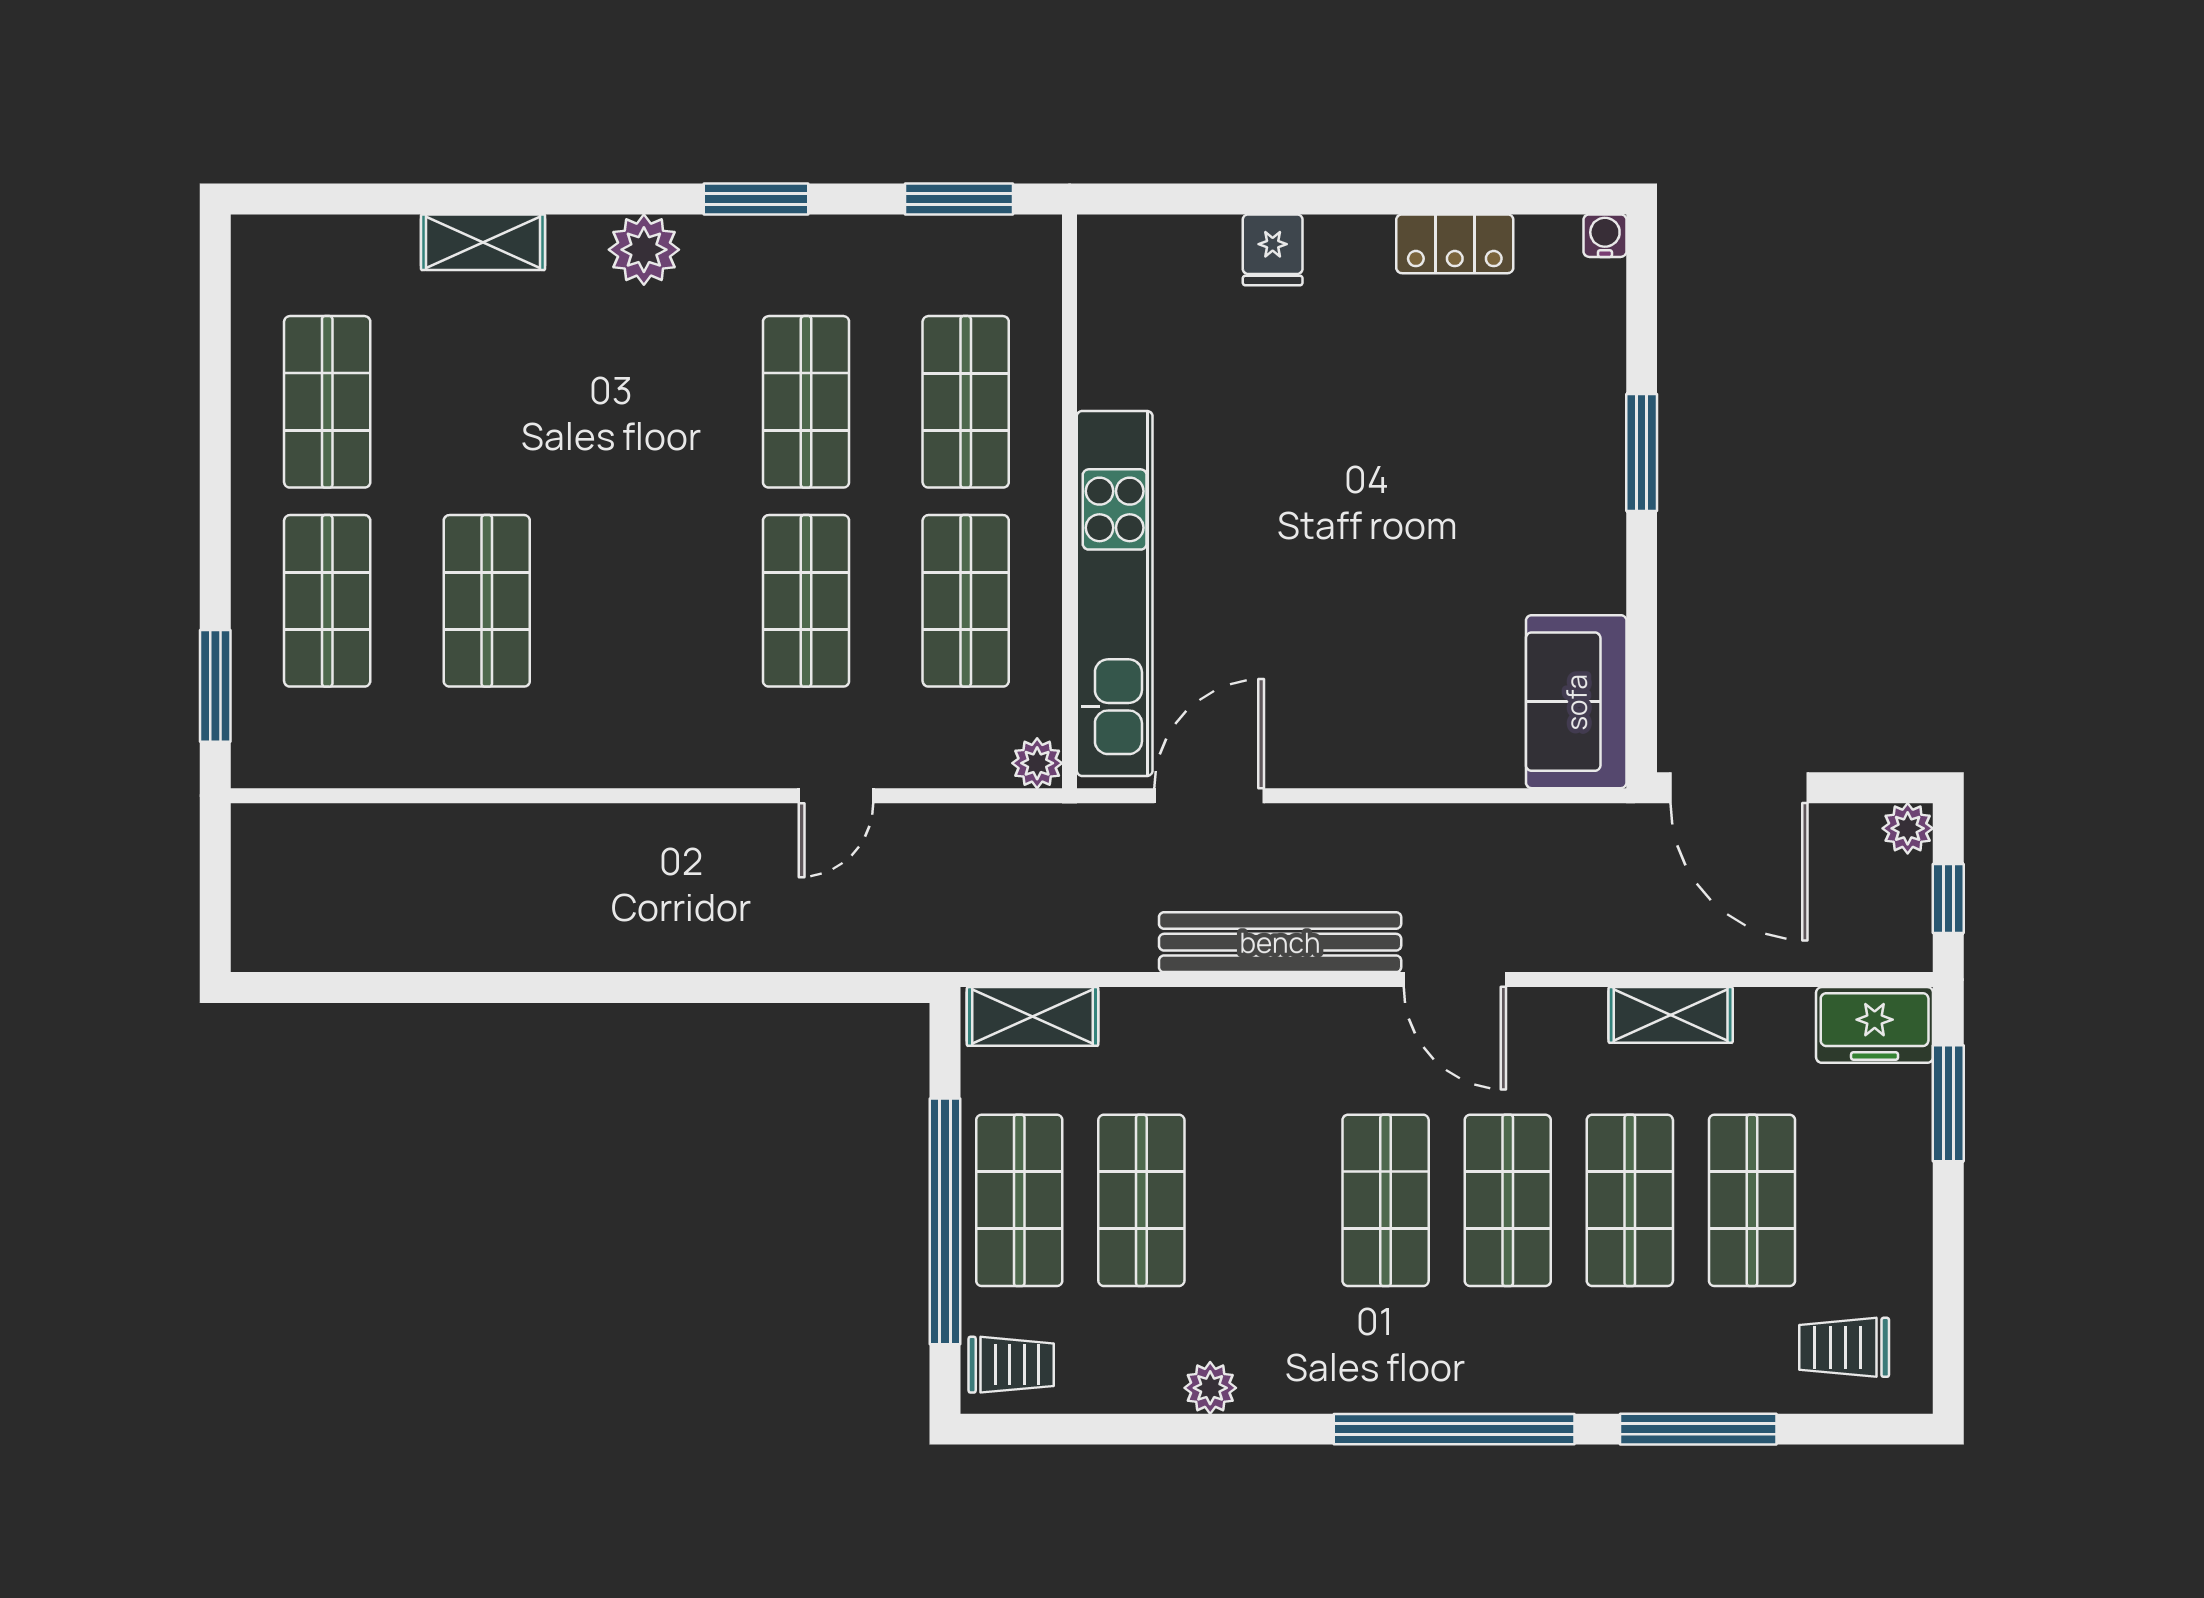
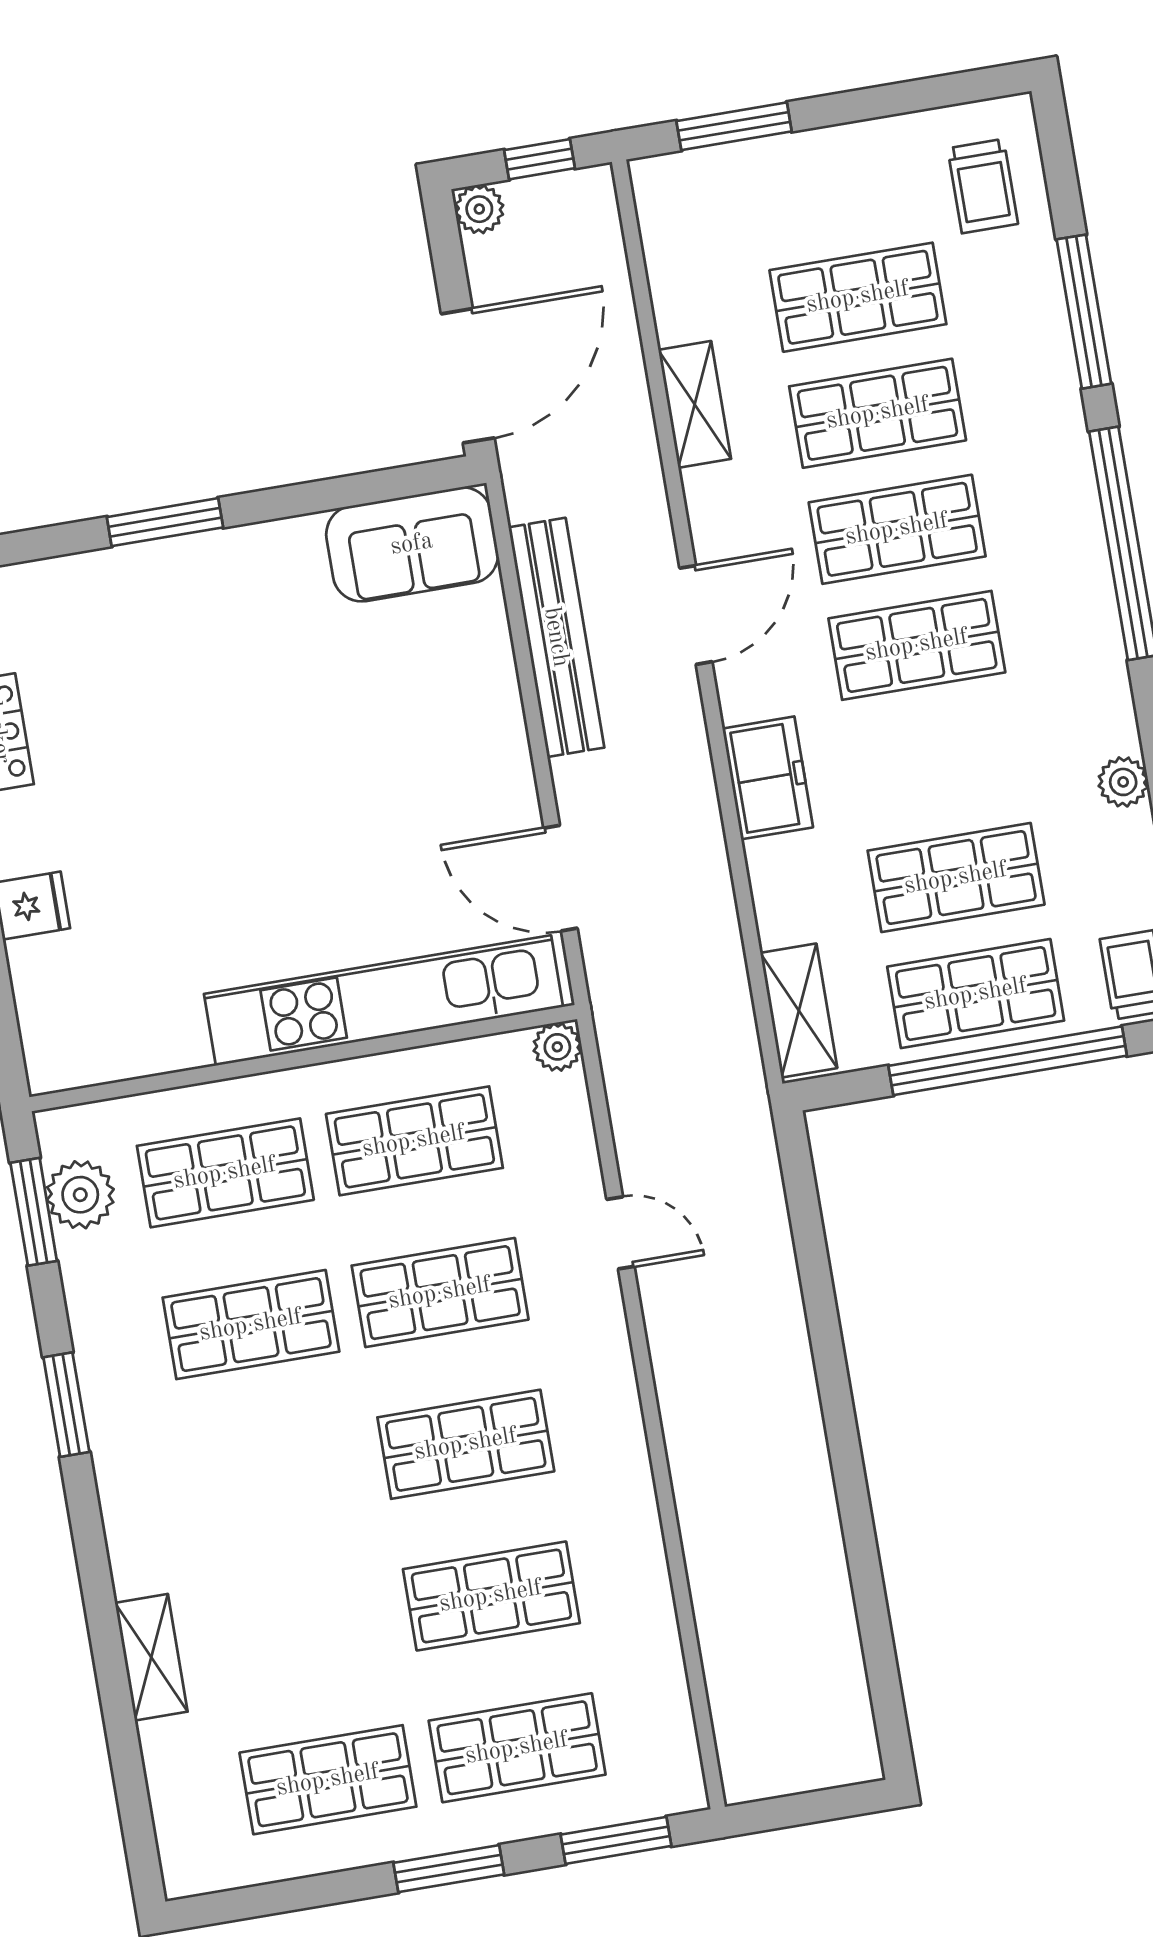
plant: (644, 250) -> (80, 1195), moved
window: (215, 510) -> (449, 1869), added
shop shelf: (646, 601) -> (466, 1444), added
bench: (1280, 942) -> (556, 637), moved
freezer: (1875, 1025) -> (768, 778), moved

